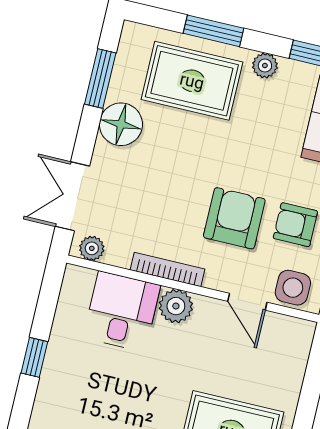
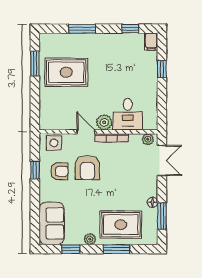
floor lamp: (121, 124) -> (152, 202), width x0.53, depth x0.53
door: (247, 302) -> (86, 132), moved
window: (34, 357) -> (162, 69), moved

